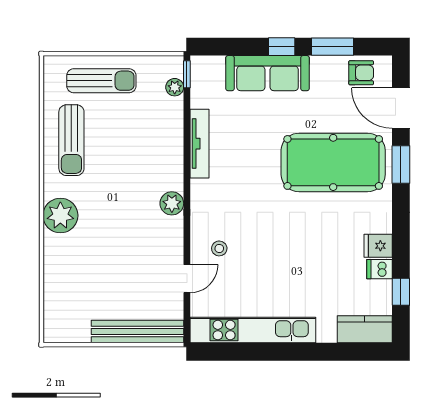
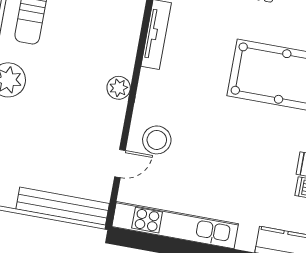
stool: (219, 248) -> (157, 140), width x1.89, depth x1.89

